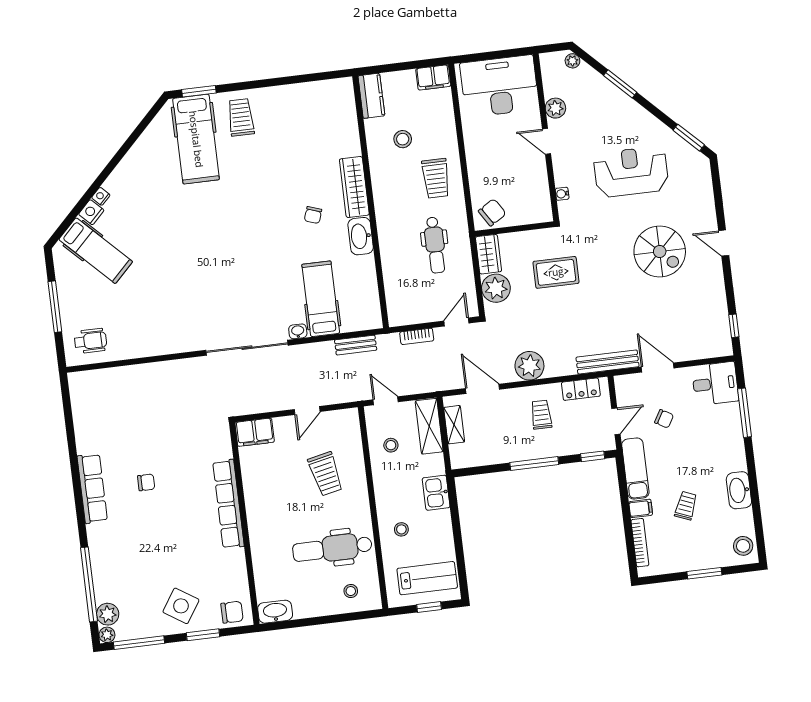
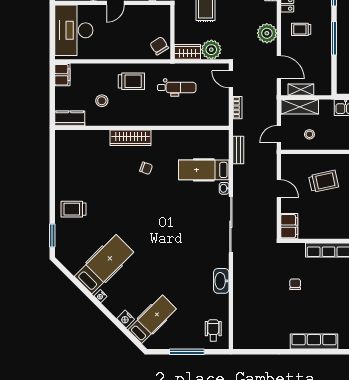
hospital bed: (196, 139) -> (104, 264), moved, turned -45
nightstand: (101, 196) -> (101, 296), moved
washbasin: (361, 236) -> (221, 281), moved, turned 90
door: (483, 389) -> (279, 67), swing flipped
chair: (146, 482) -> (295, 284), moved

